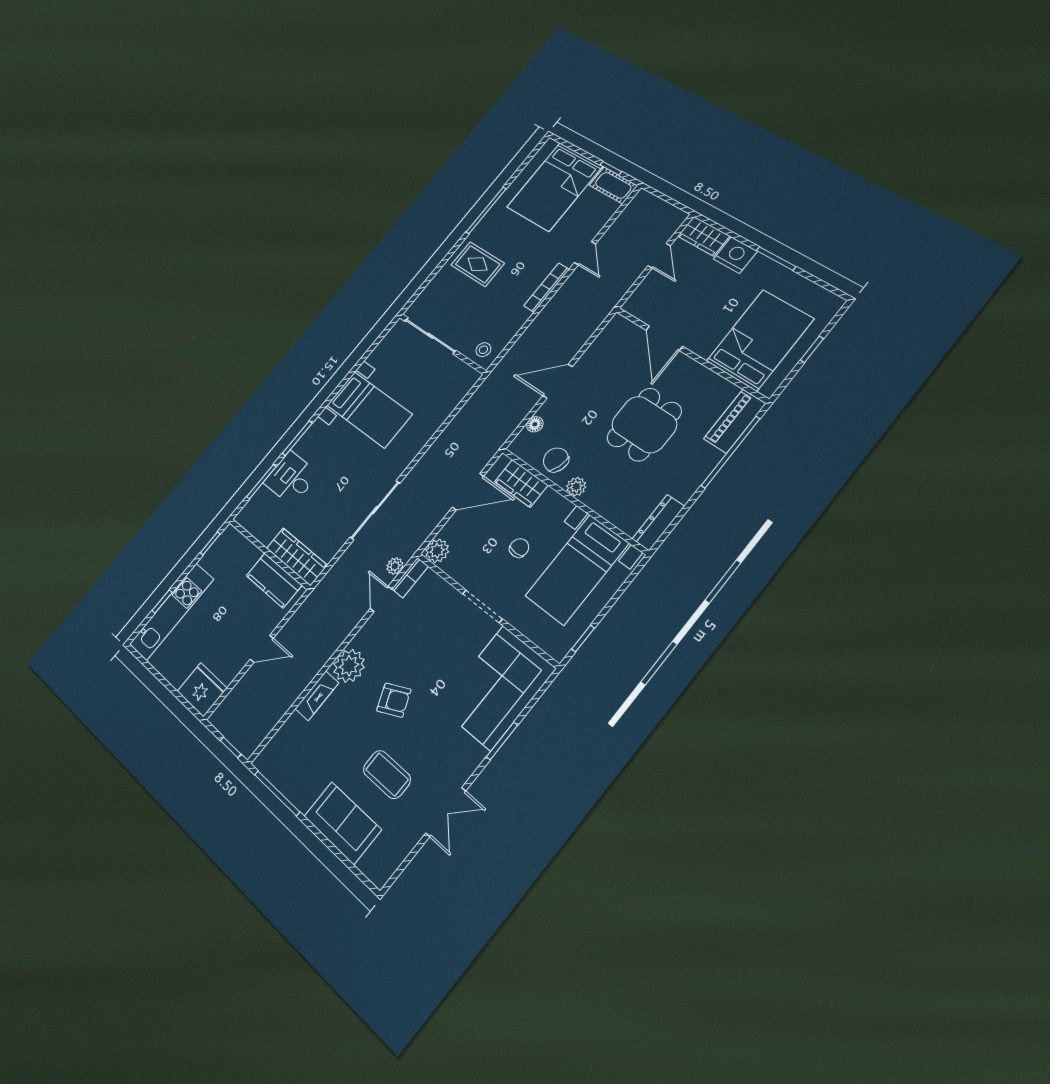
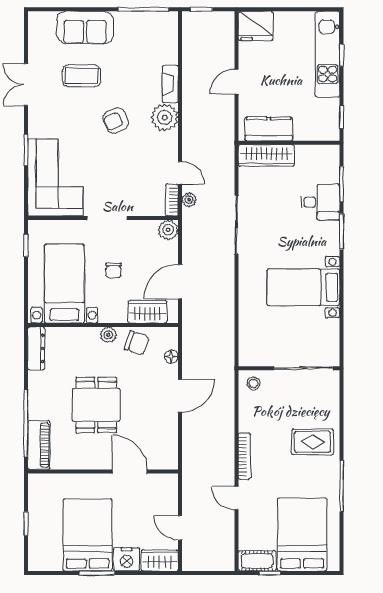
bed: (760, 340) -> (88, 535), moved, turned 180

